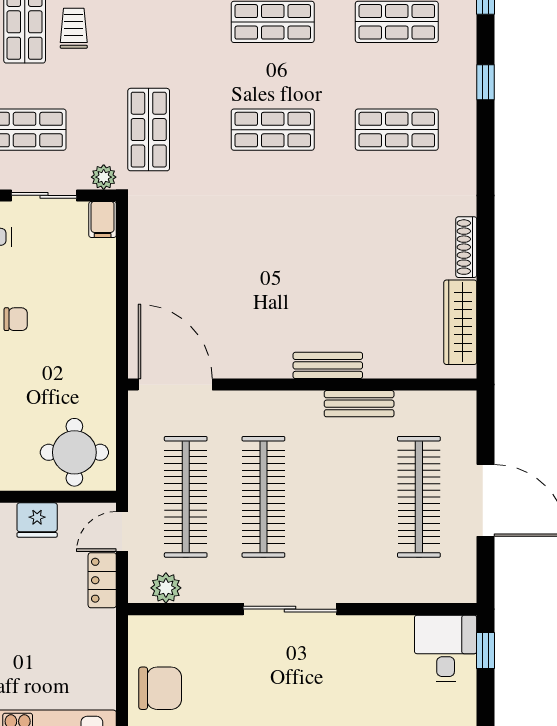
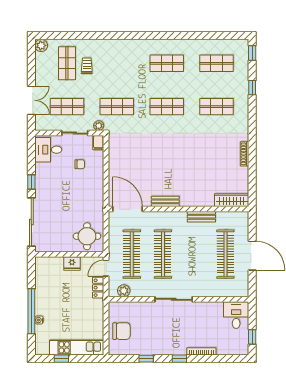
shop shelf: (149, 130) -> (117, 107), turned 90
chair: (16, 319) -> (80, 164), moved
wardrobe: (460, 322) -> (232, 200), moved, turned 90
bench: (328, 365) -> (165, 201), moved
window: (486, 650) -> (252, 337), moved

